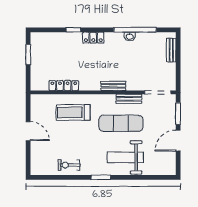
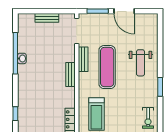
locker: (93, 38) -> (23, 94), removed
bench: (171, 50) -> (47, 18), moved
weight bench: (125, 157) -> (140, 63), width x0.73, depth x0.75

